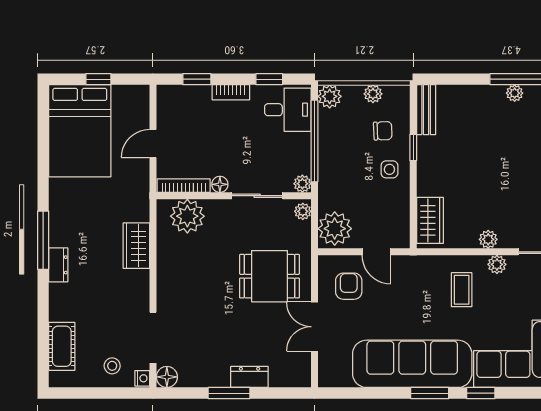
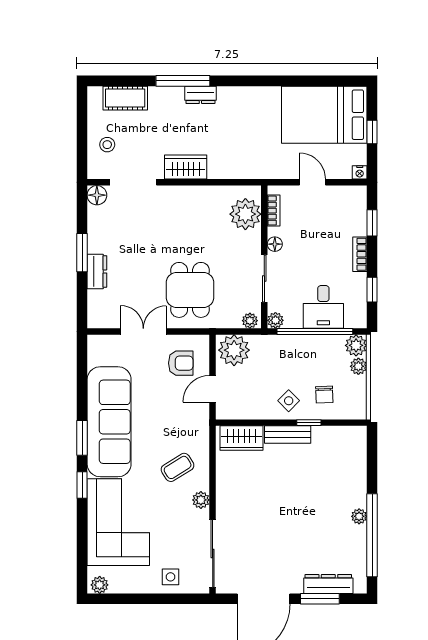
plant: (373, 94) -> (358, 366), moved
desk: (288, 110) -> (323, 307), moved
bench: (426, 110) -> (288, 435), moved
side table: (389, 169) -> (289, 401), turned 45
bookcase: (184, 186) -> (274, 211), width x0.64
plant: (488, 239) -> (224, 492), removed
window: (43, 240) -> (183, 81), moved
wardrobe: (136, 246) -> (186, 167), moved
coffee table: (462, 290) -> (178, 467), turned -32
nightstand: (142, 378) -> (360, 172), moved

